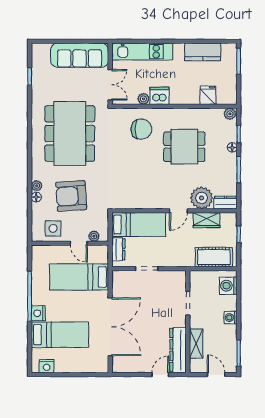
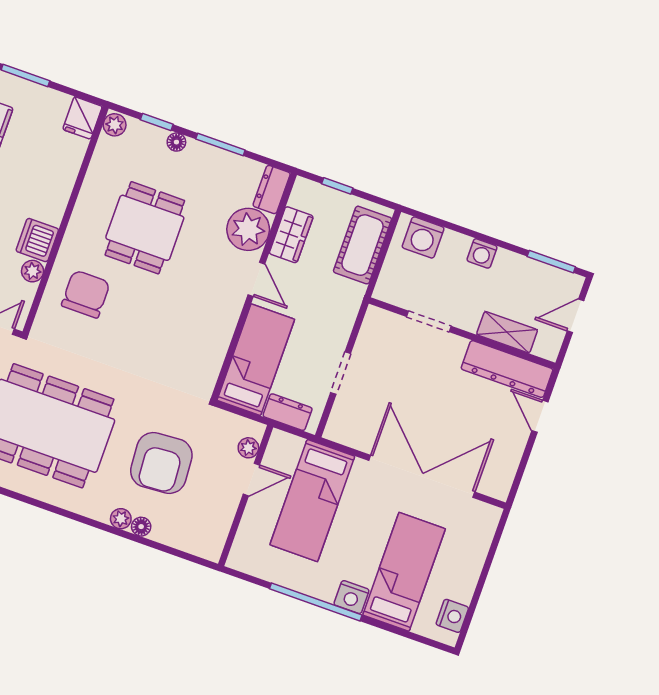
fridge: (208, 95) -> (82, 118), moved, turned -90
side table: (53, 228) -> (208, 516), removed

